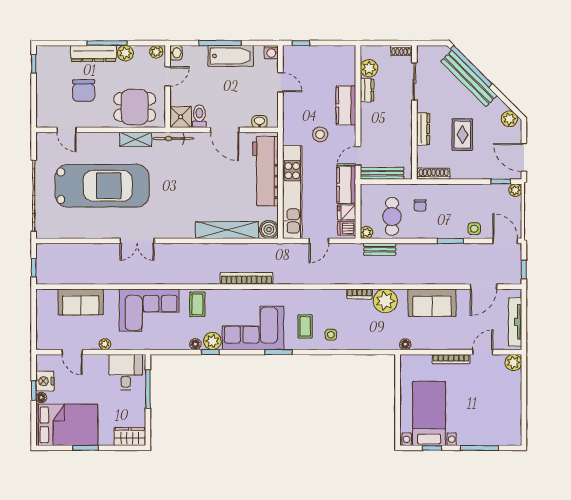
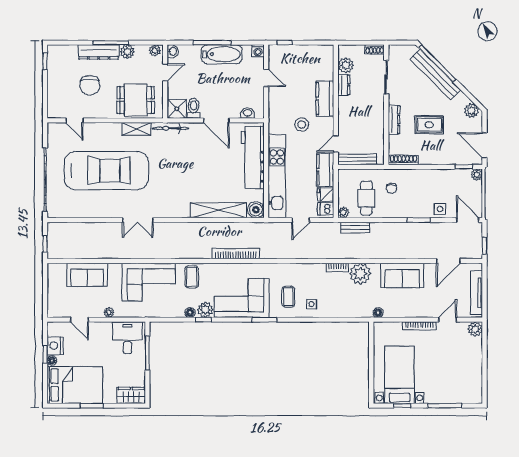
rug: (462, 135) -> (429, 125), turned 90

